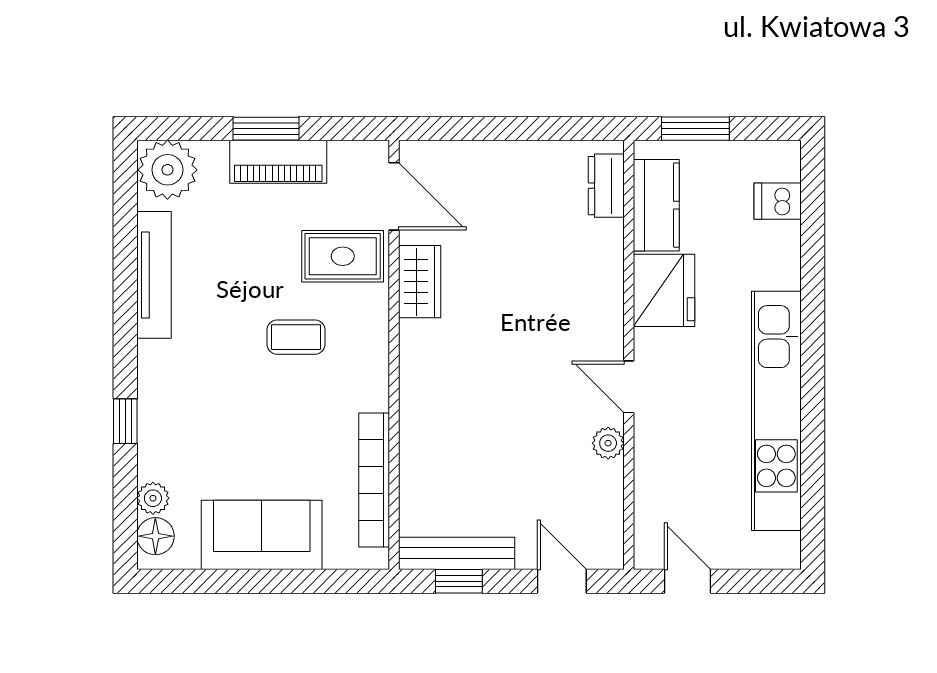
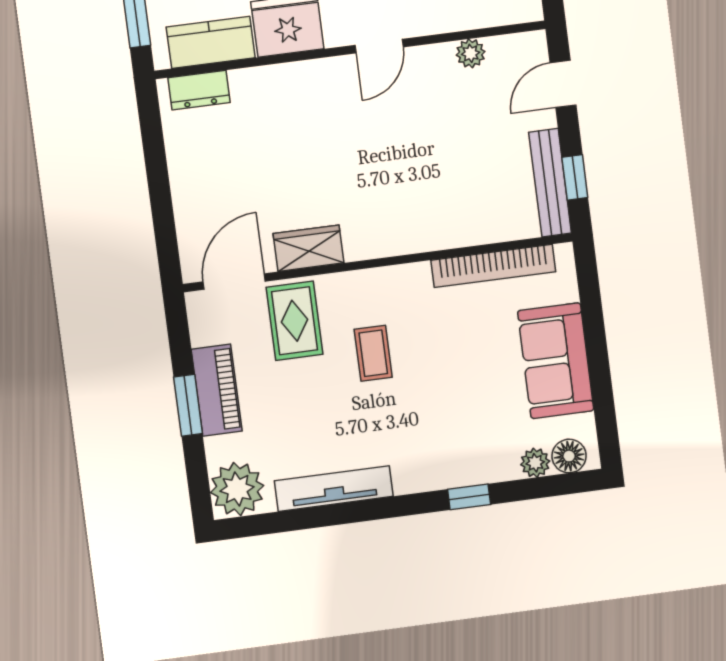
plant: (608, 443) -> (471, 53), moved

